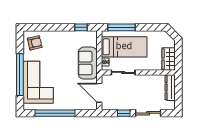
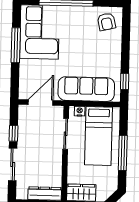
window: (121, 27) -> (123, 153), moved
sofa: (88, 63) -> (86, 89), width x1.36
corner sofa: (38, 82) -> (39, 32), moved, turned -90
window: (55, 113) -> (16, 45), width x0.68

